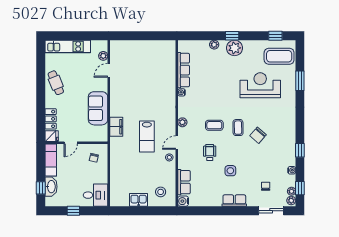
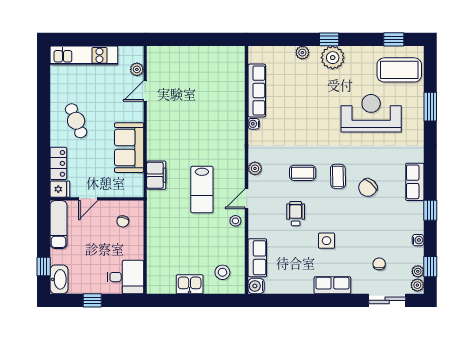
cafe table: (56, 83) -> (76, 121), moved
row of seats: (290, 131) -> (415, 182), added
washbasin: (51, 187) -> (59, 279), moved

